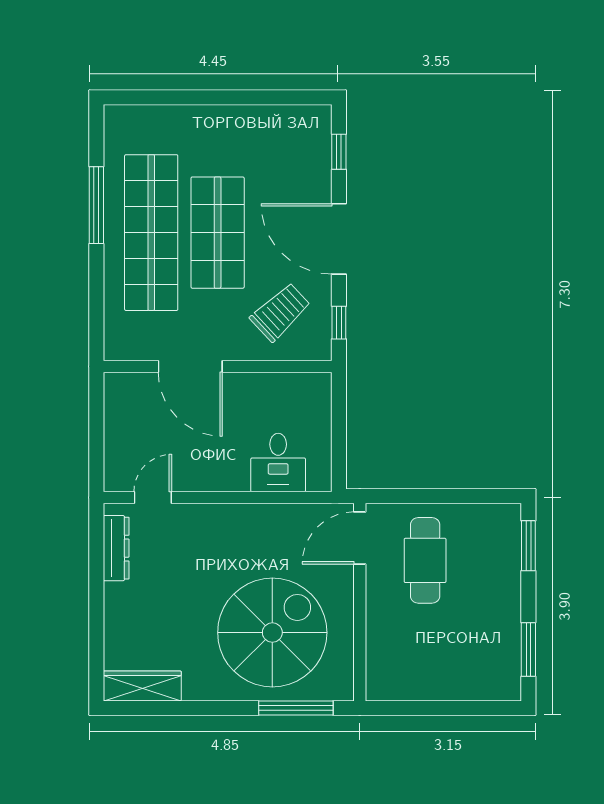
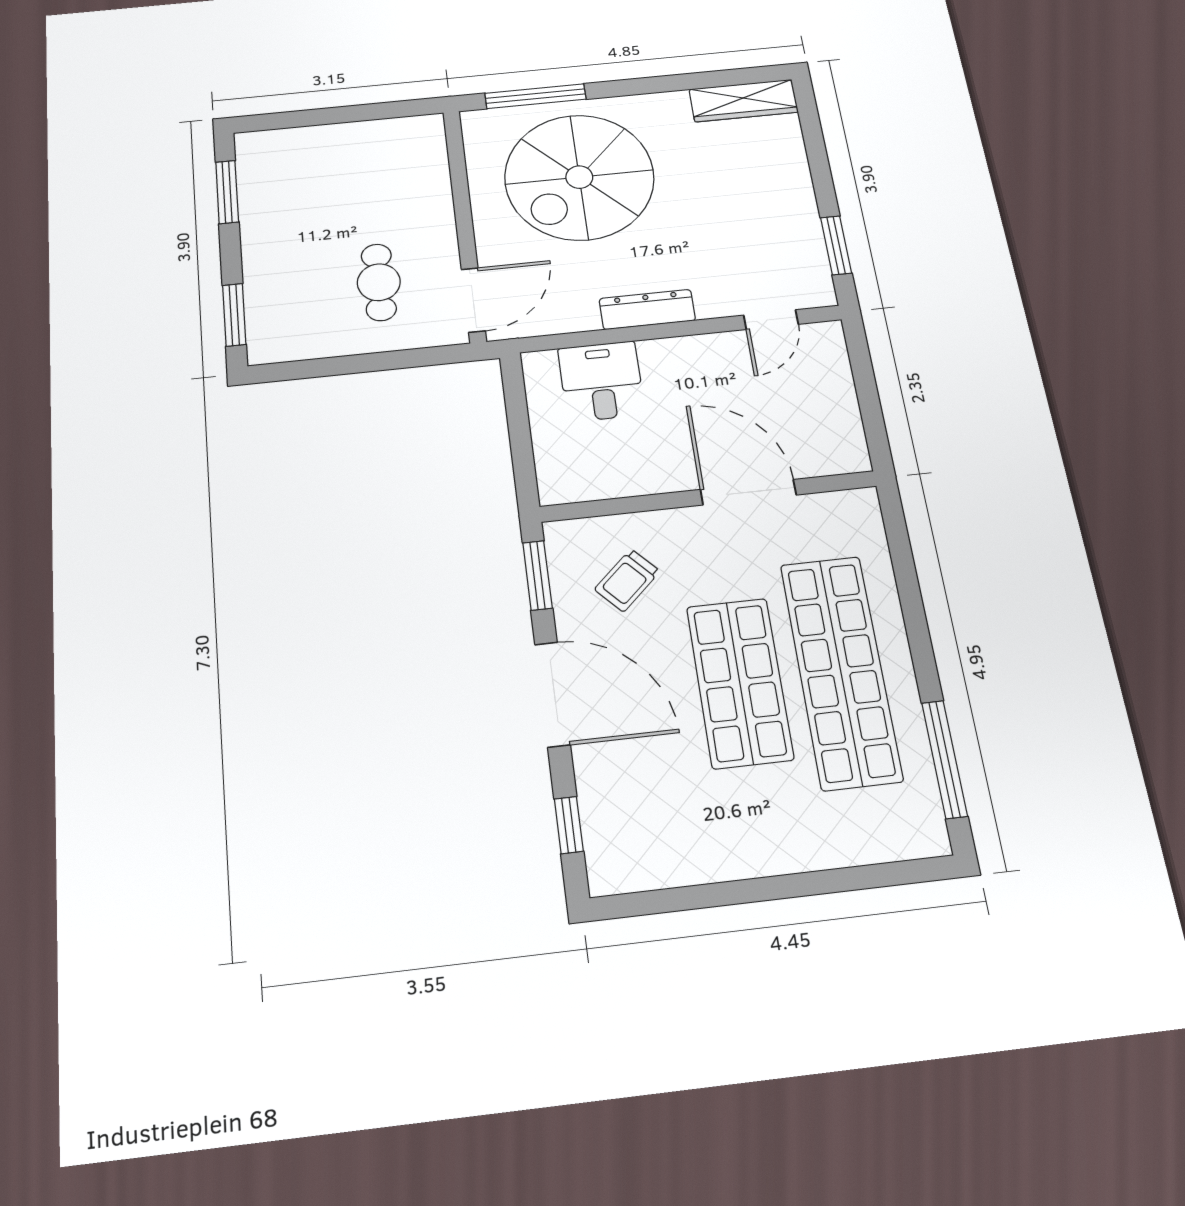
window: (96, 205) -> (944, 759), moved
trolley: (280, 312) -> (627, 580), width x0.73, depth x0.72
window: (339, 323) -> (537, 575), width x1.50
dresser: (116, 548) -> (647, 310), moved, turned 90
window: (96, 553) -> (836, 245), added
cafe table: (425, 560) -> (379, 282), width x0.73, depth x0.74

